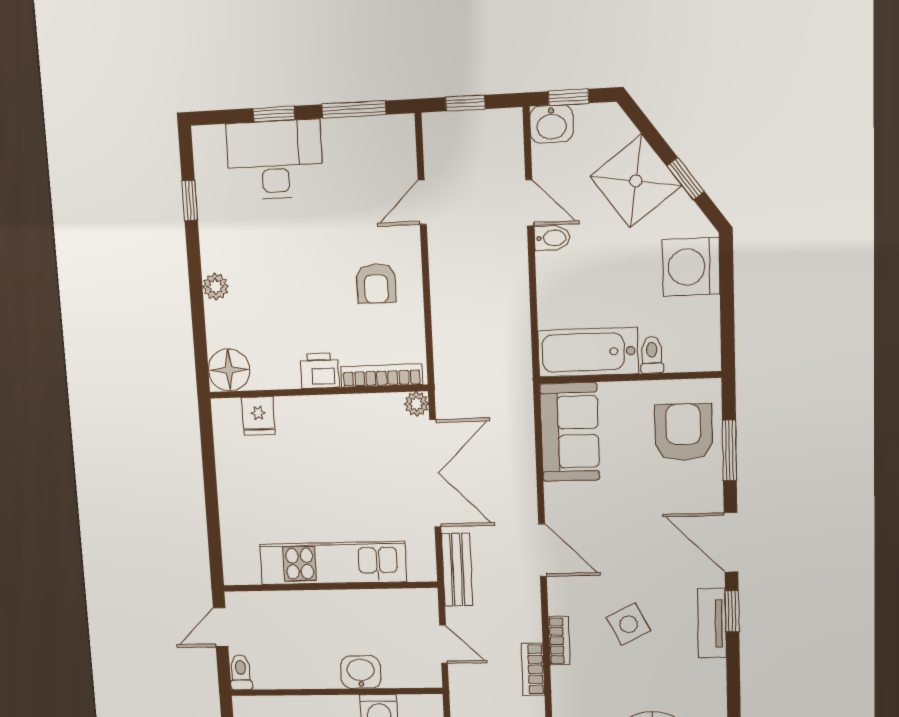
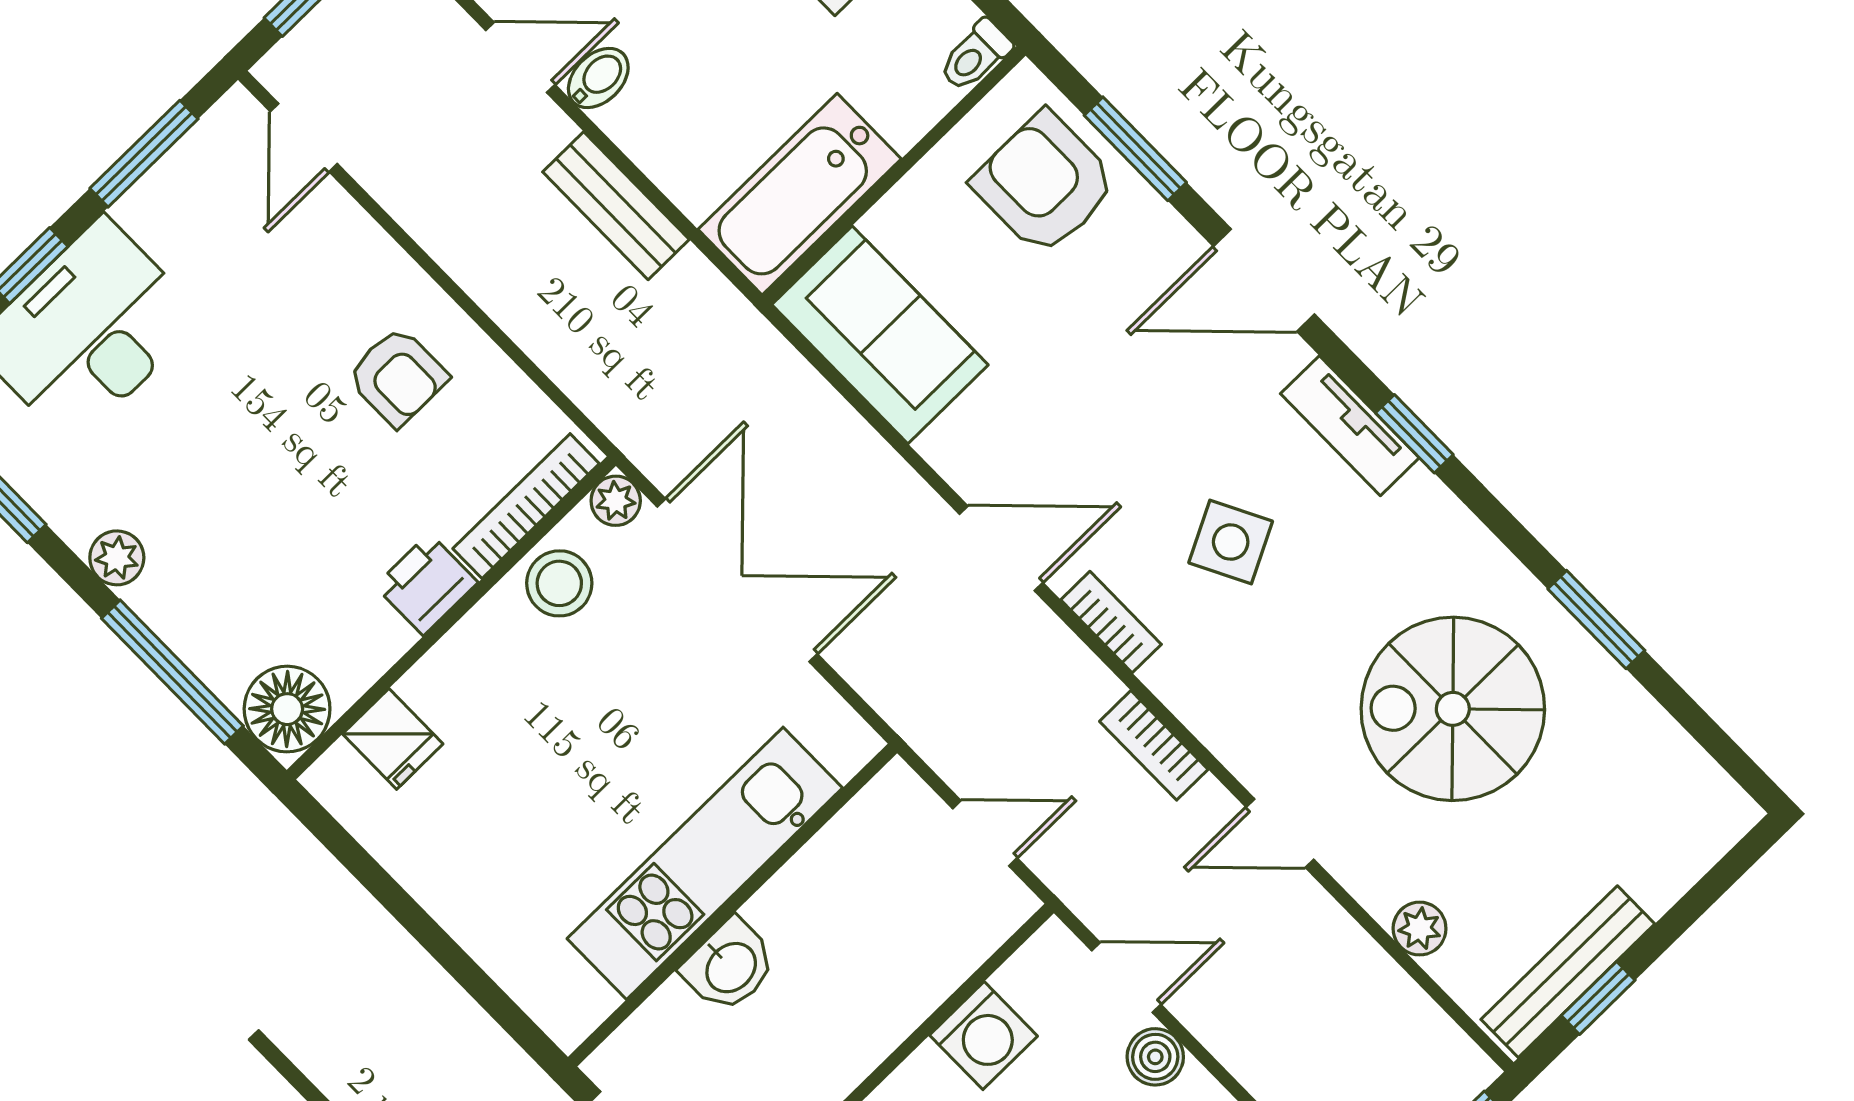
door: (422, 202) -> (304, 138), moved
plant: (215, 286) -> (117, 558), moved
window: (198, 318) -> (172, 672), added
toilet: (652, 355) -> (975, 56), moved, turned -90
stool: (369, 415) -> (559, 583), added
bench: (457, 570) -> (616, 206), moved
window: (732, 611) -> (1414, 434), moved
bookcase: (559, 641) -> (1111, 622), moved
washbasin: (361, 672) -> (730, 966), moved, turned 180

